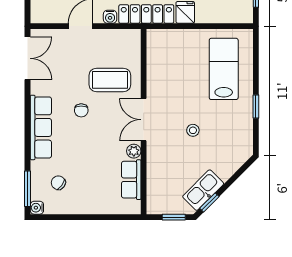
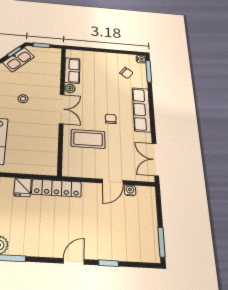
water cooler: (110, 17) -> (130, 190), moved

